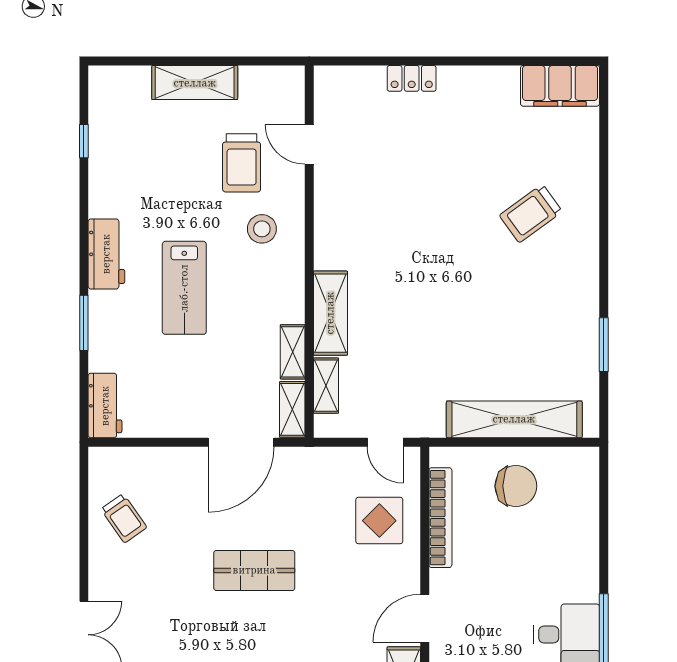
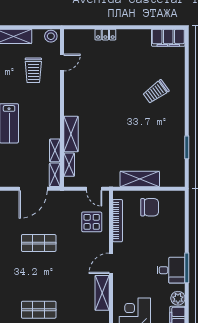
door: (309, 145) -> (62, 63), swing flipped
stool: (262, 229) -> (51, 36), moved
shelving: (514, 419) -> (140, 179), width x0.68

